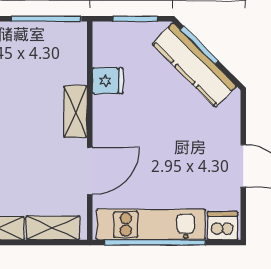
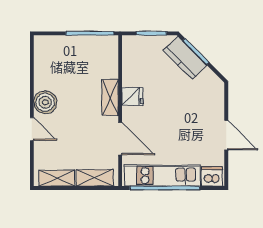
kitchen counter: (194, 65) -> (185, 58), width x0.67
fridge: (108, 81) -> (132, 96), moved
door: (90, 171) -> (120, 139), hinge flipped

